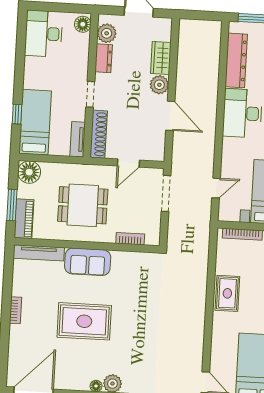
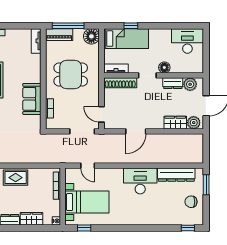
floor lamp: (83, 24) -> (164, 68), moved
plant: (159, 85) -> (194, 123), moved
door: (128, 163) -> (102, 114), moved
window: (12, 205) -> (68, 26), width x1.44
dining table: (83, 205) -> (71, 74), turned 90
tv unit: (39, 253) -> (36, 41), width x0.71
sofa: (88, 262) -> (32, 99), moved

